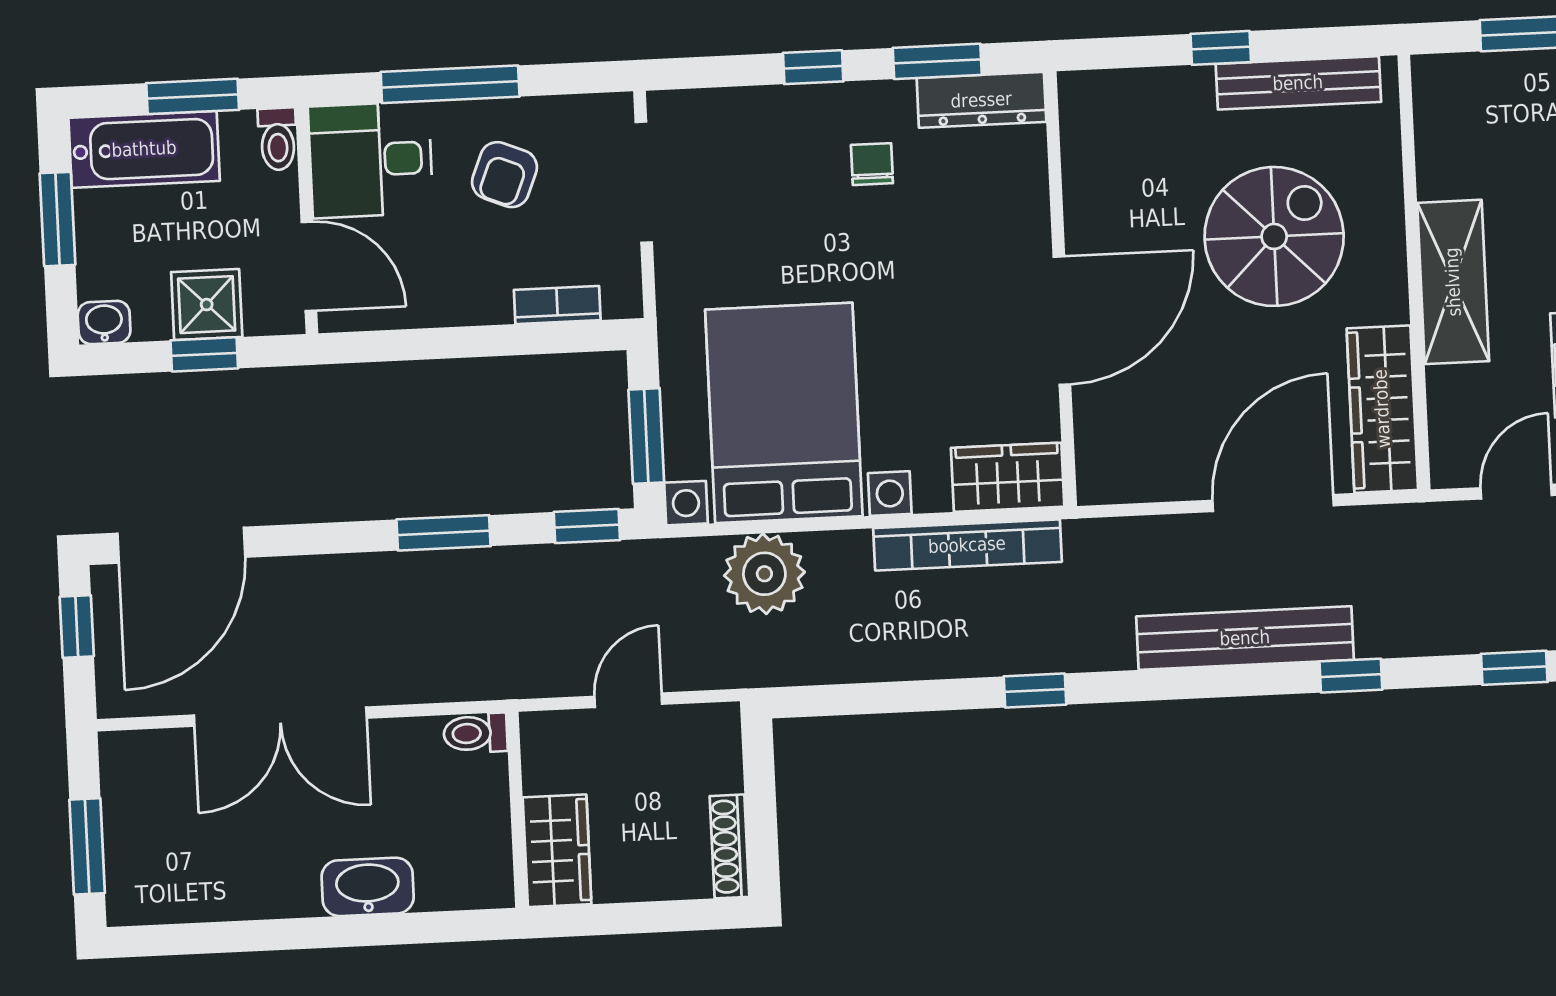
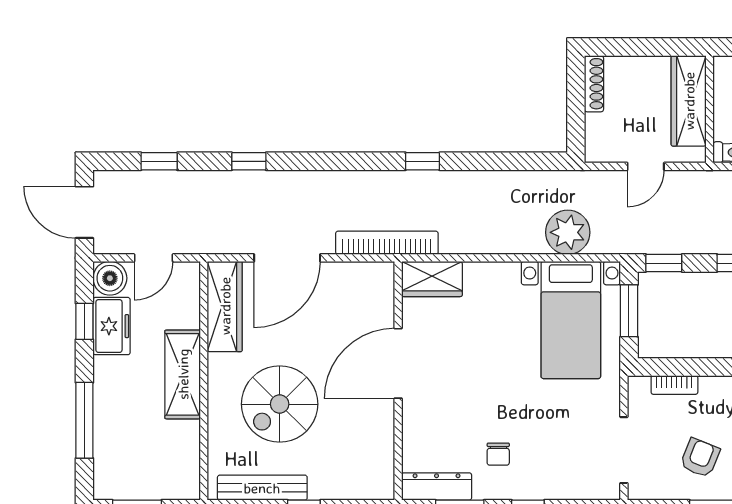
bed with nightstands: (784, 413) -> (571, 320), width x0.73
bookcase: (967, 545) -> (387, 243), moved
bench: (1245, 638) -> (306, 185), removed
wardrobe: (557, 851) -> (689, 101), width x1.50

